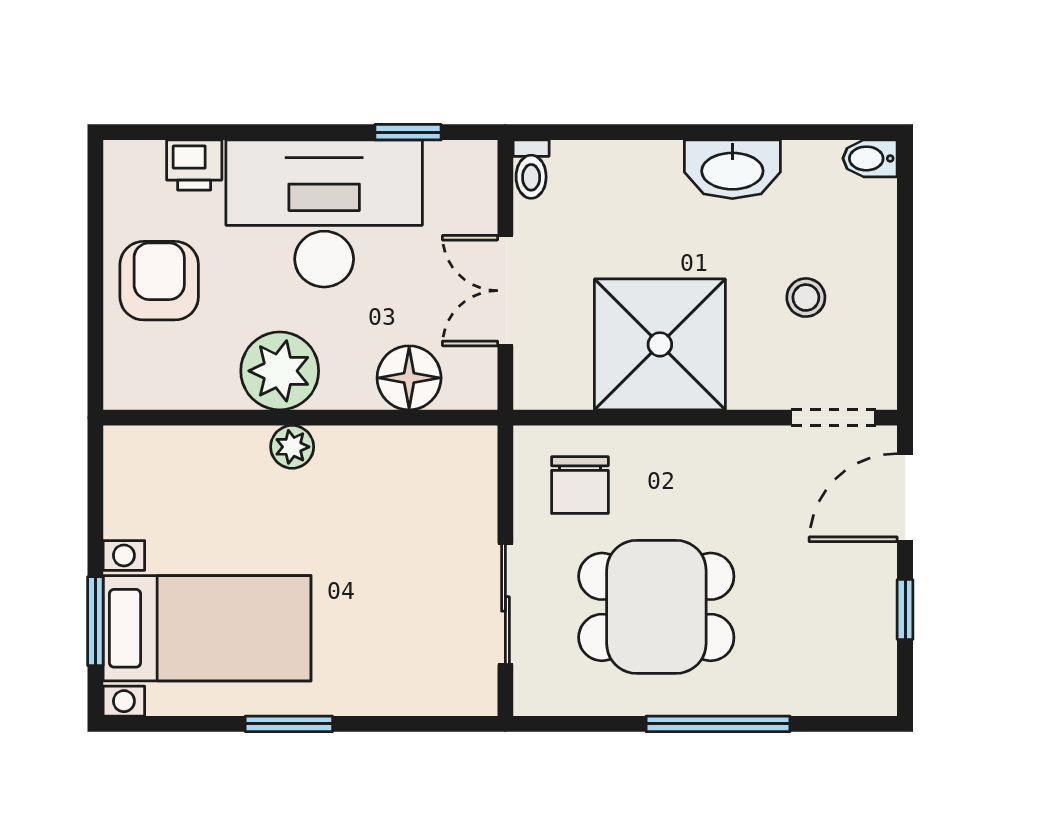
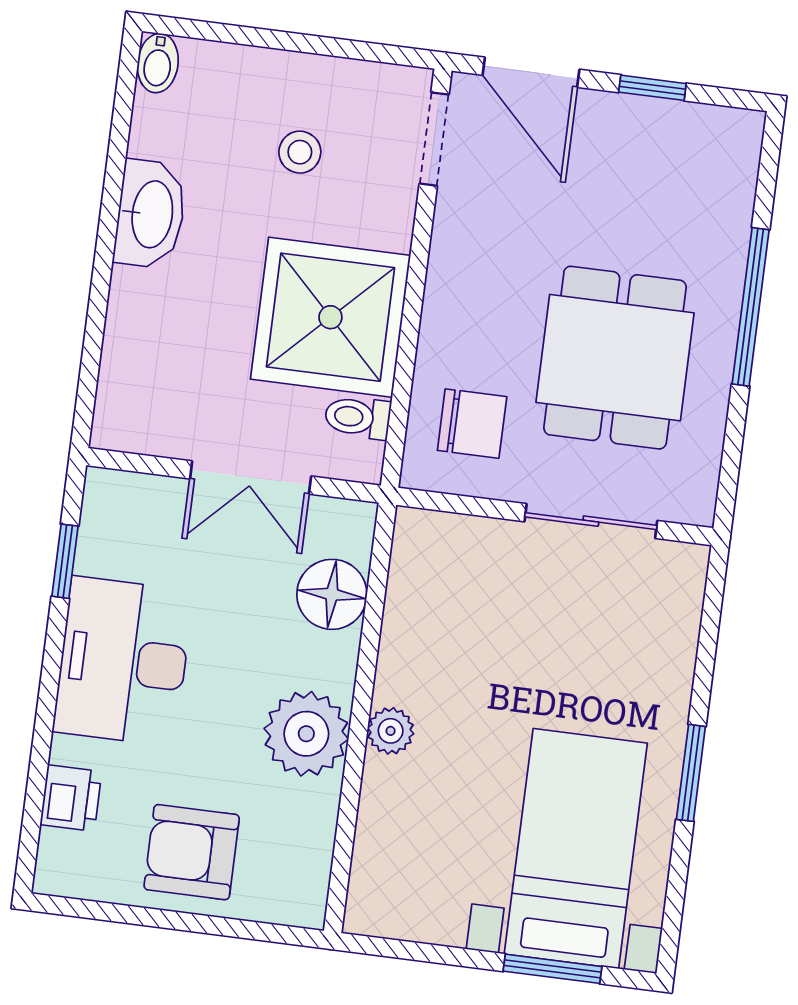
toilet: (531, 169) -> (358, 417), moved, turned 180
desk: (324, 213) -> (123, 661), width x0.73, depth x0.77

